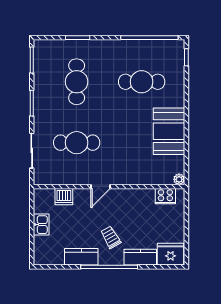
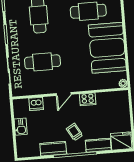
booth: (169, 131) -> (107, 48), width x1.36, depth x1.42
cooker: (165, 196) -> (88, 99), moved

